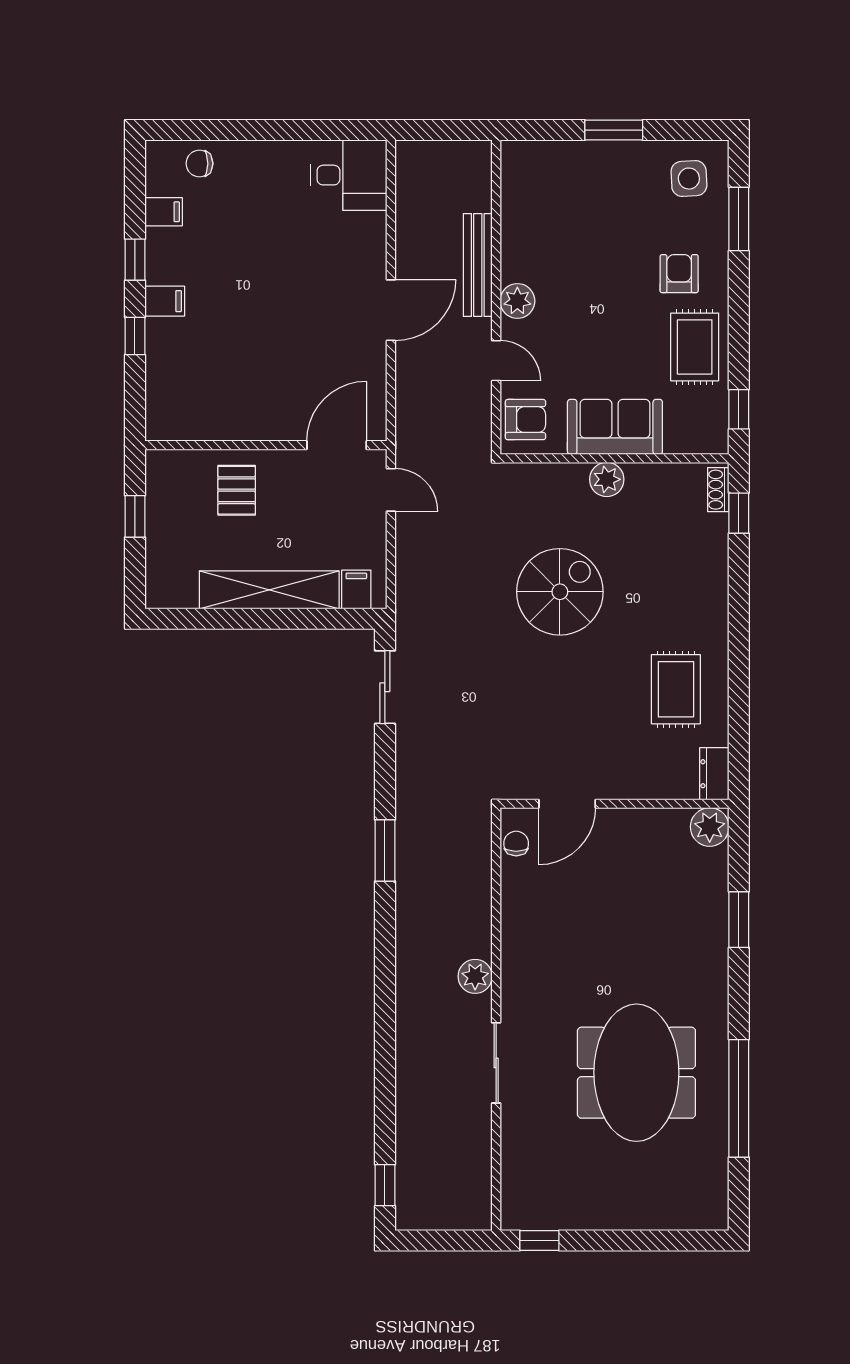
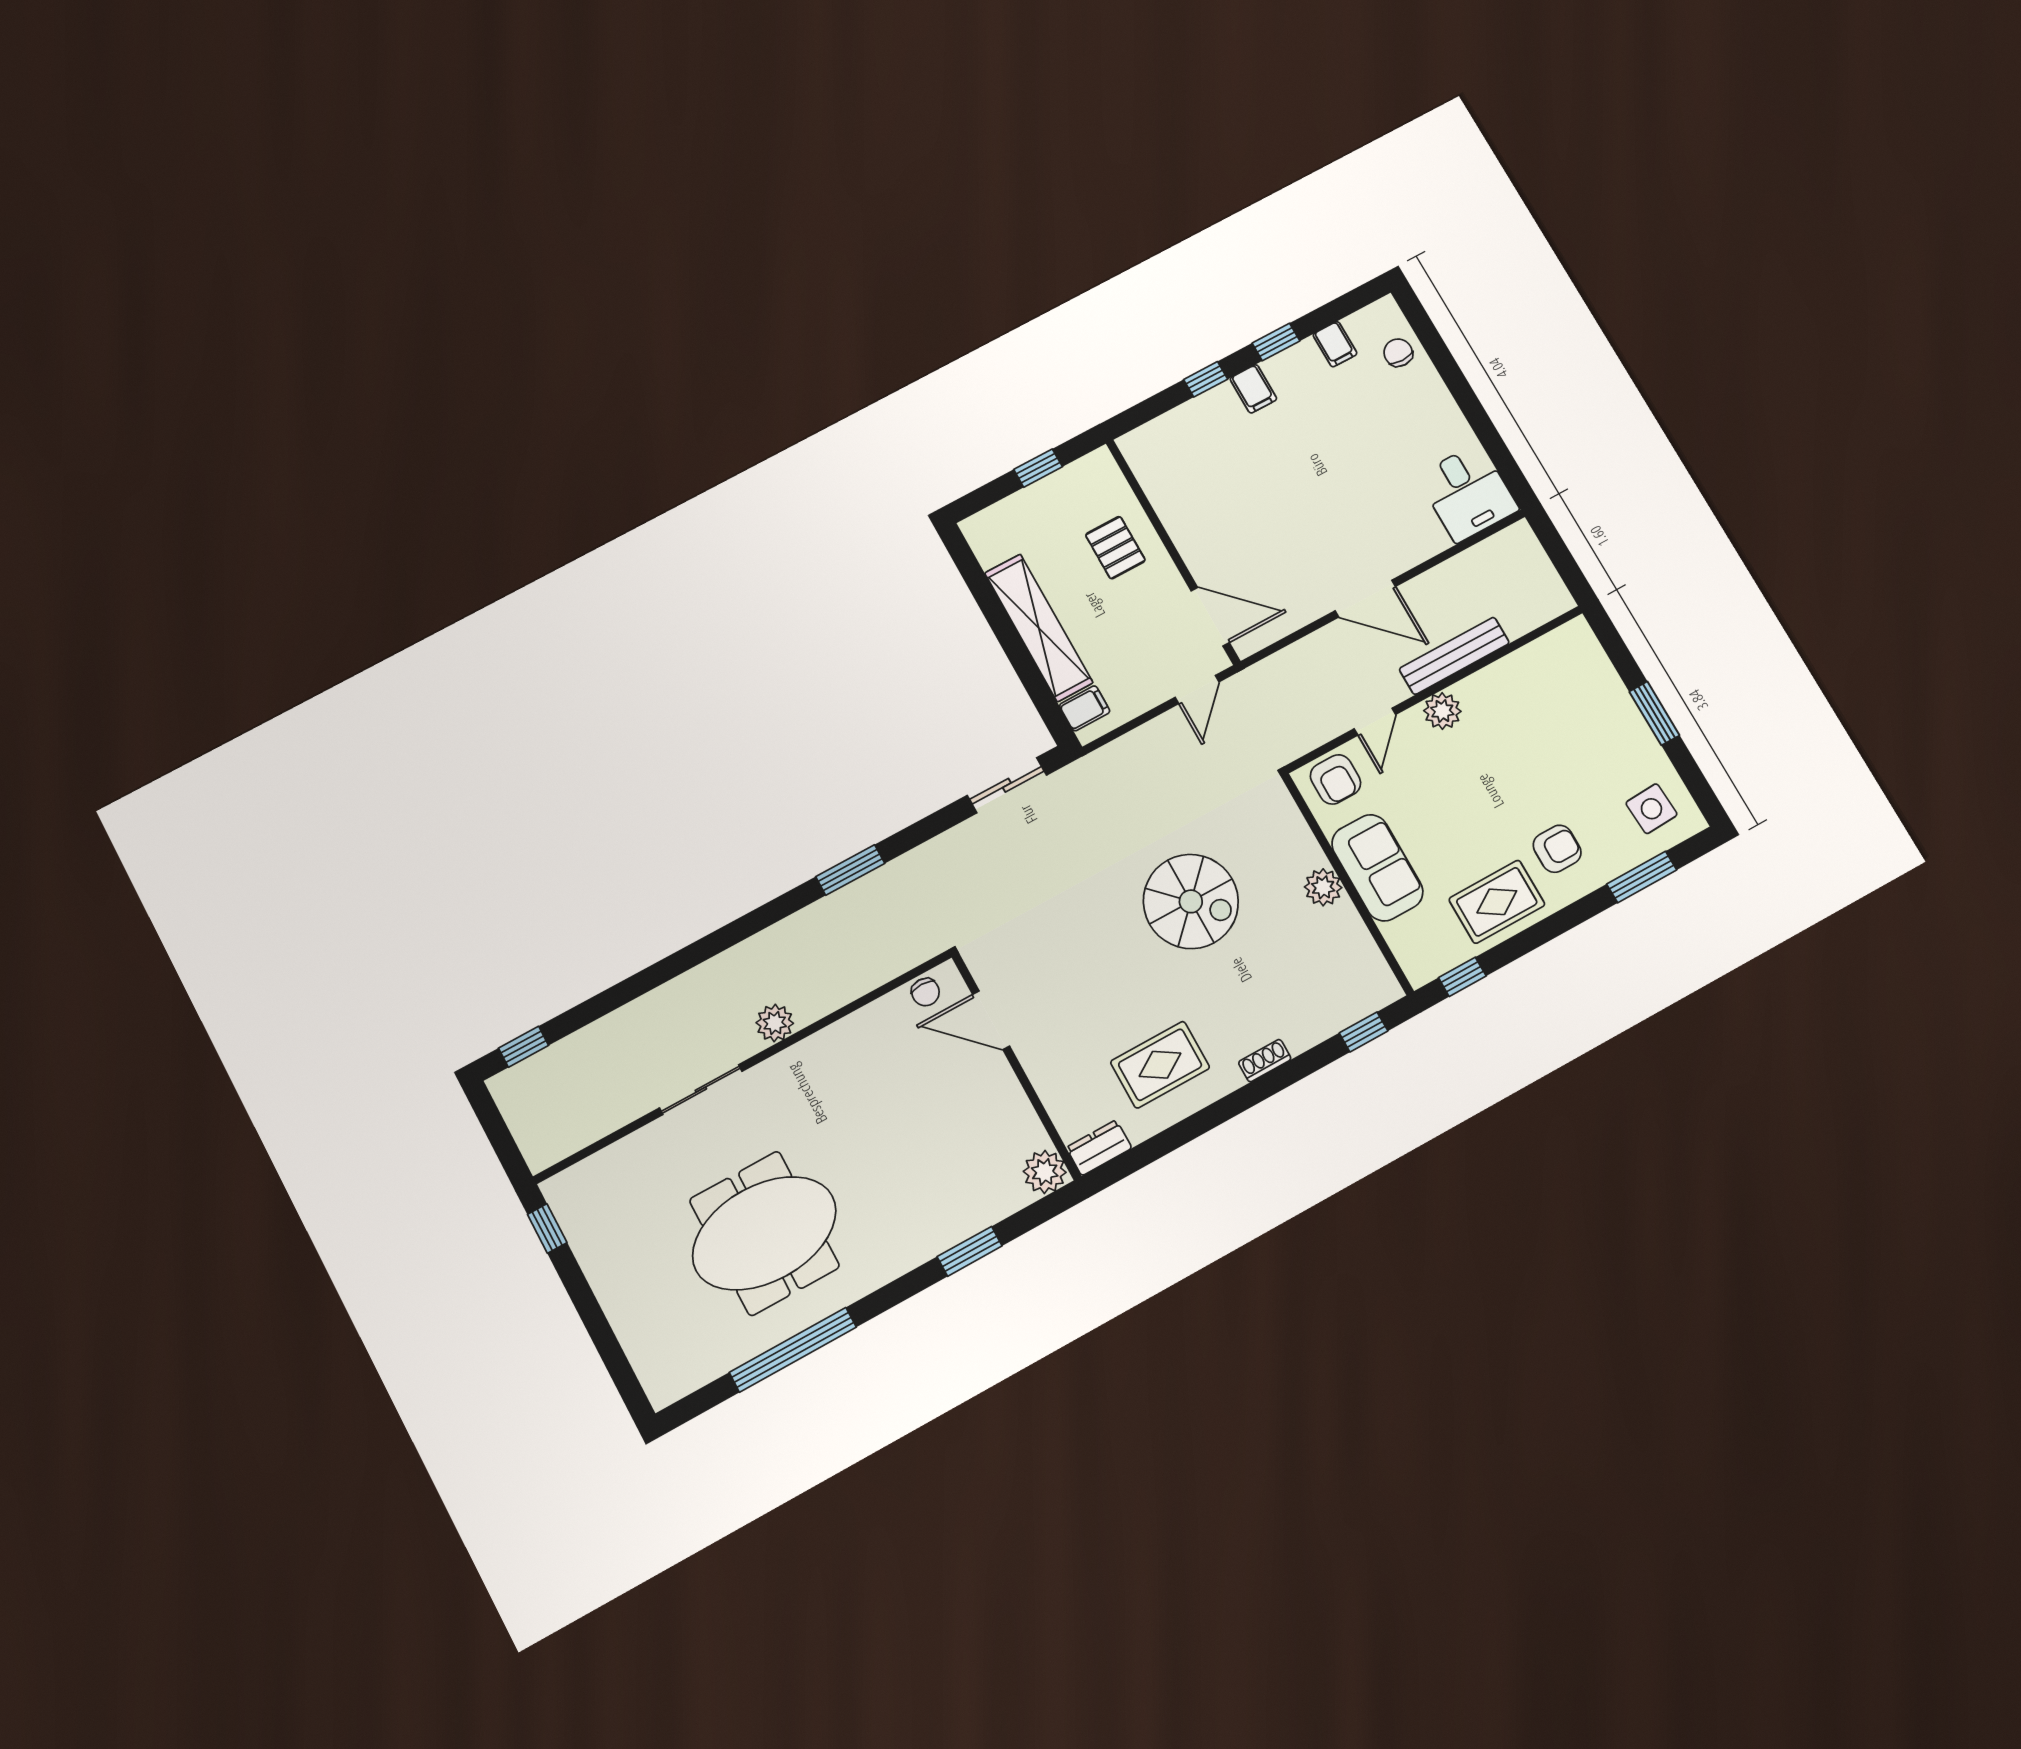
pallet: (237, 490) -> (1115, 548), turned 90
shoe rack: (718, 490) -> (1265, 1061), moved
chair: (516, 843) -> (926, 992), turned 90

